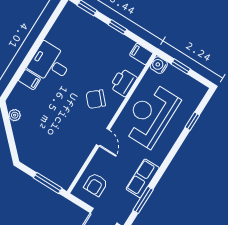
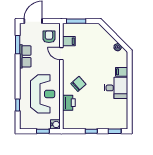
filing cabinet: (141, 54) -> (69, 41), moved
door: (103, 137) -> (61, 54), moved

